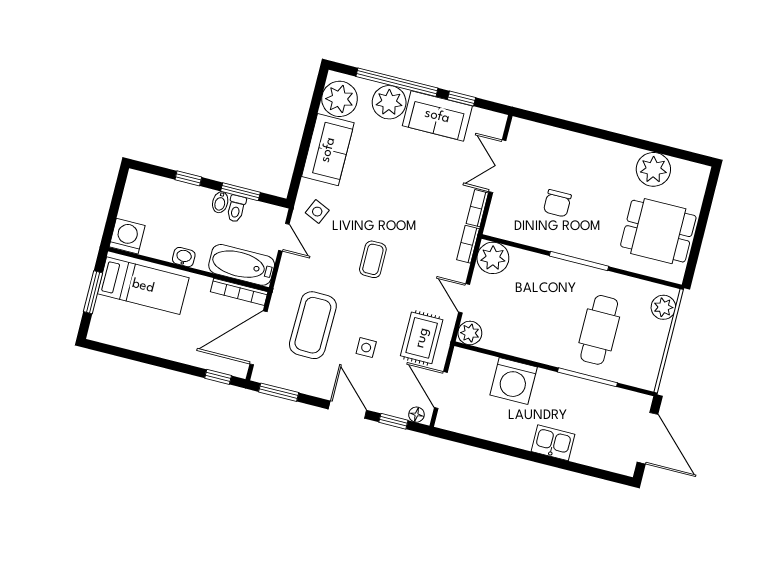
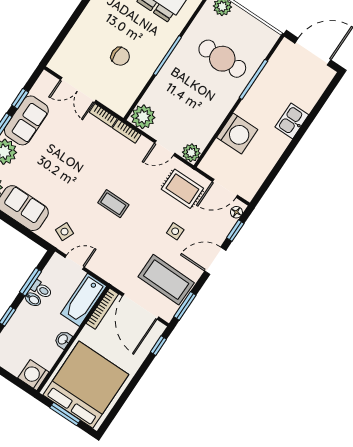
bed: (143, 286) -> (86, 385), width x2.04
coffee table: (313, 325) -> (166, 280), moved

